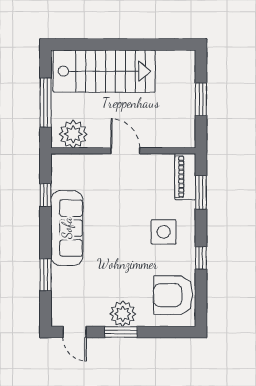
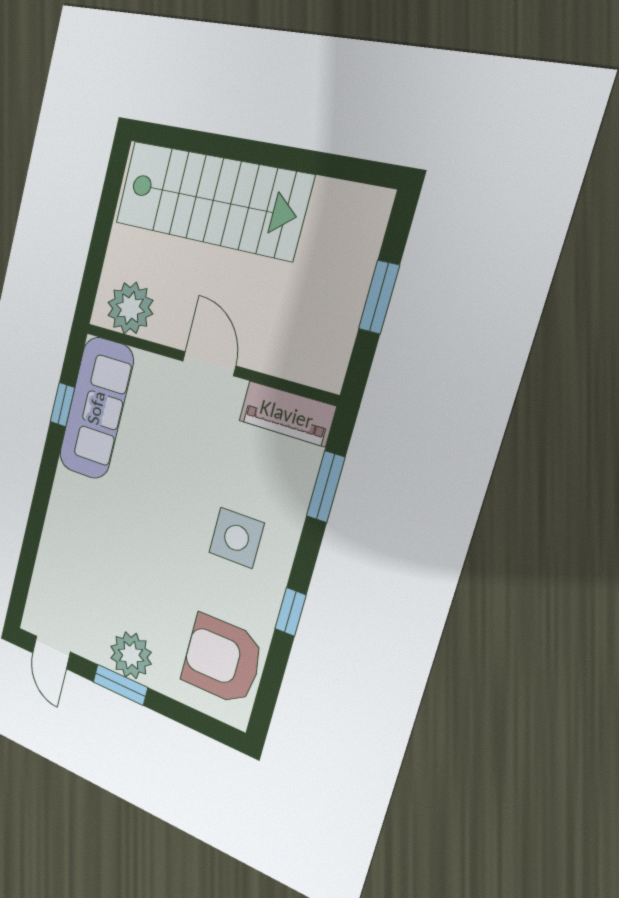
window: (46, 103) -> (100, 239), removed
piano: (185, 177) -> (287, 414), moved, turned -90
sofa: (67, 228) -> (96, 408), moved
window: (46, 275) -> (32, 540), removed

